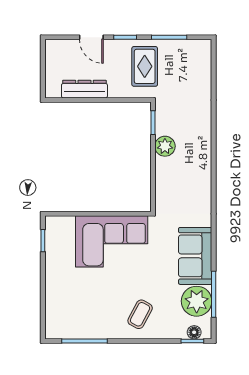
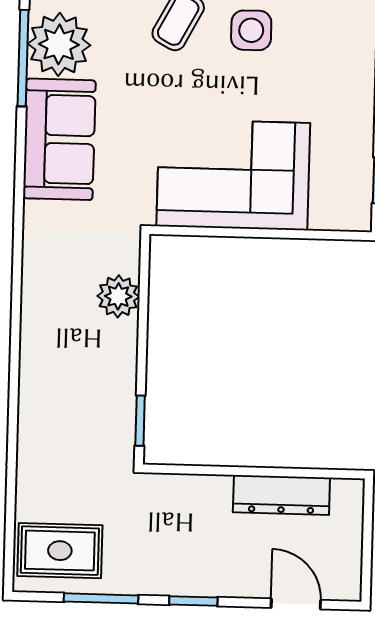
door: (91, 37) -> (296, 604), moved
rug: (145, 66) -> (60, 551), moved, turned 90
plant: (165, 146) -> (118, 296), moved
side table: (105, 310) -> (251, 30), added

